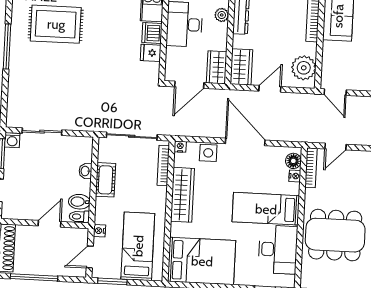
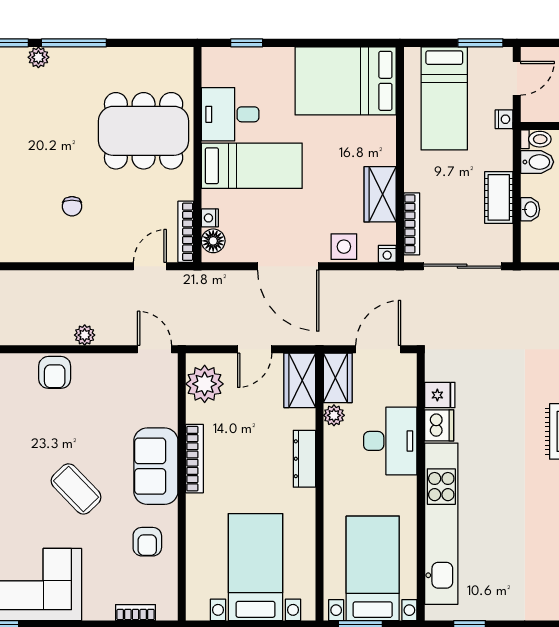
plant: (222, 15) -> (334, 415), moved
wardrobe: (182, 195) -> (380, 194), width x0.67
desk: (278, 249) -> (230, 114), width x0.73

